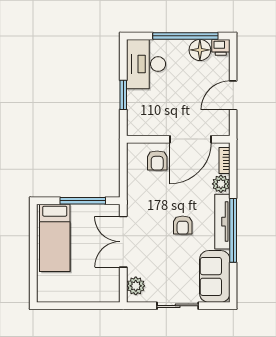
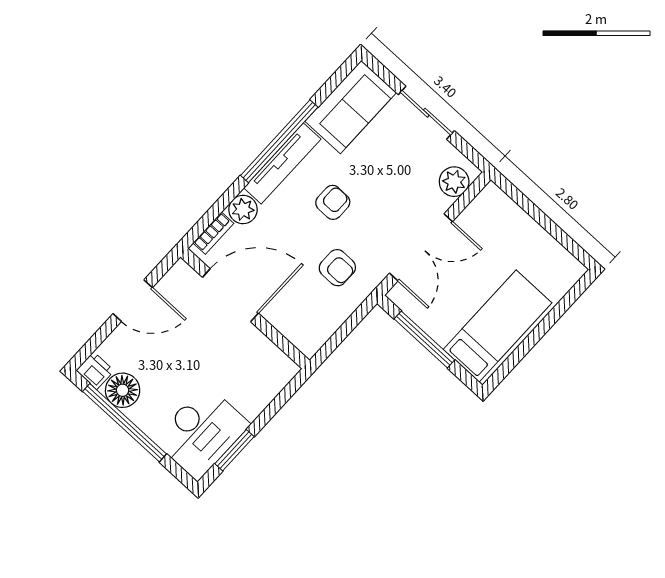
window: (123, 95) -> (234, 450), moved
armchair: (157, 160) -> (337, 268), moved, turned 90

